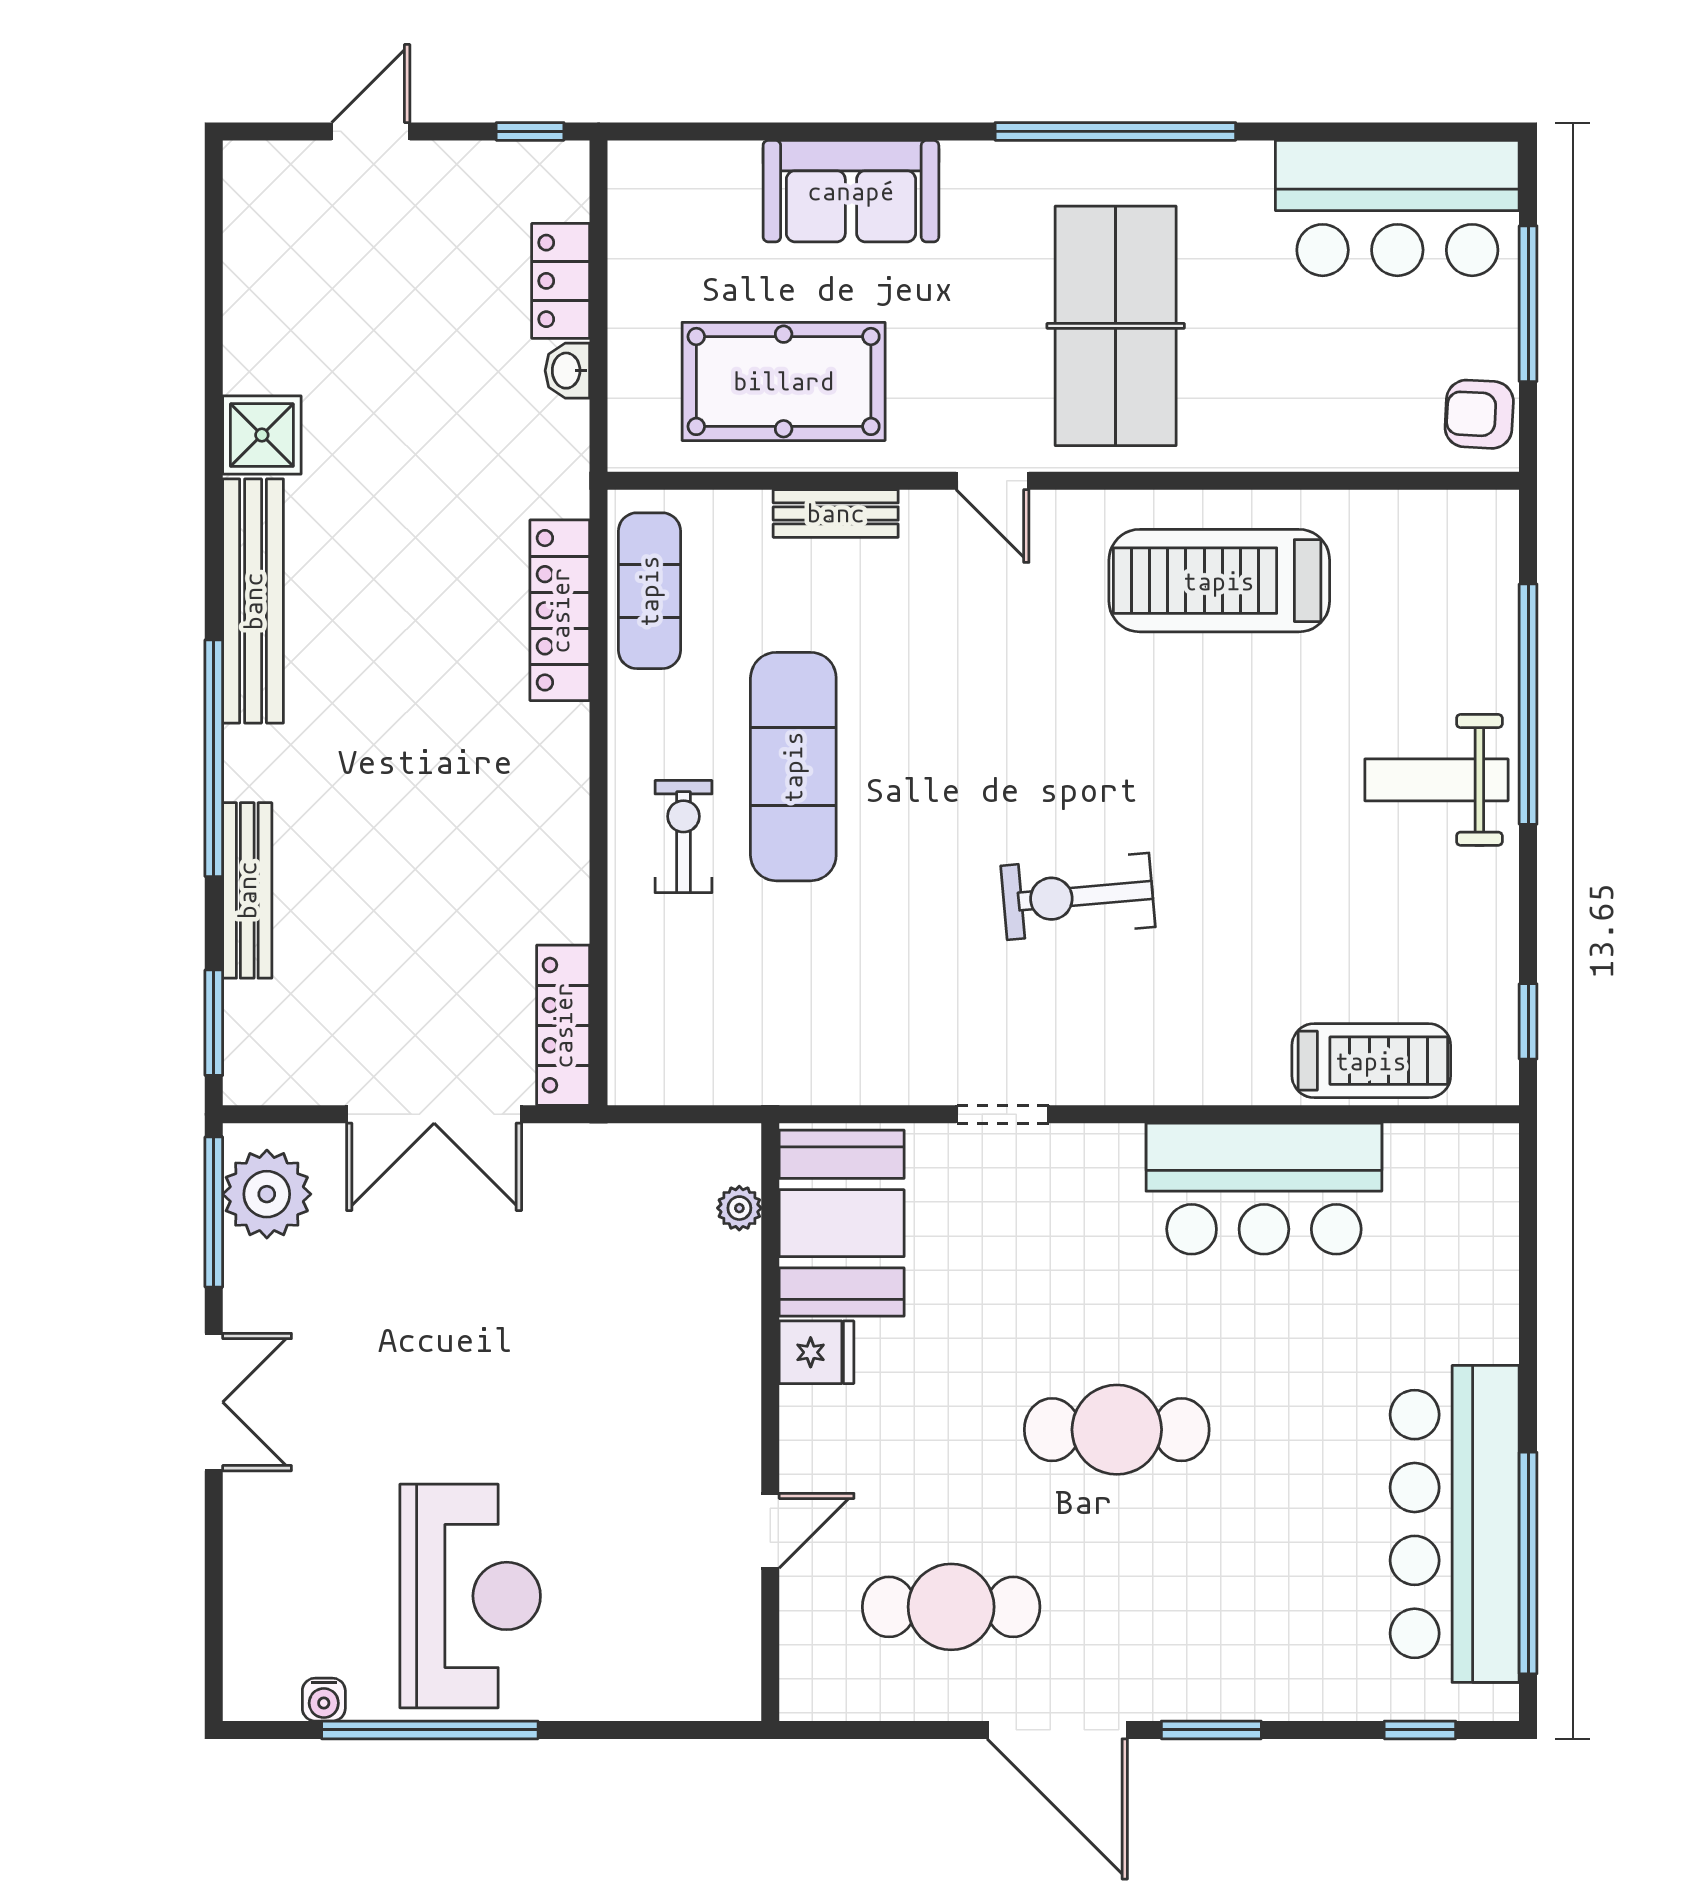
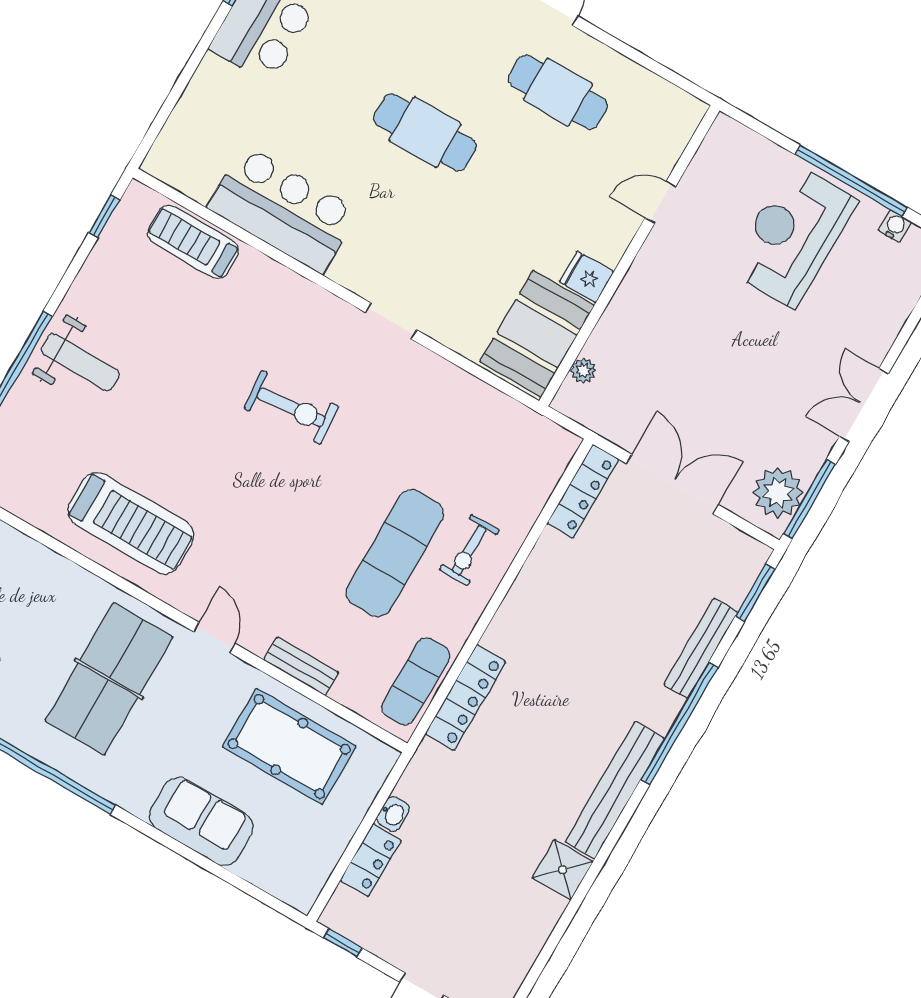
plant: (739, 1208) -> (583, 371), moved
booth: (842, 1223) -> (537, 334), moved
fridge: (816, 1352) -> (587, 277), moved
wall: (770, 1422) -> (629, 256), moved
door: (770, 1531) -> (661, 202), moved

